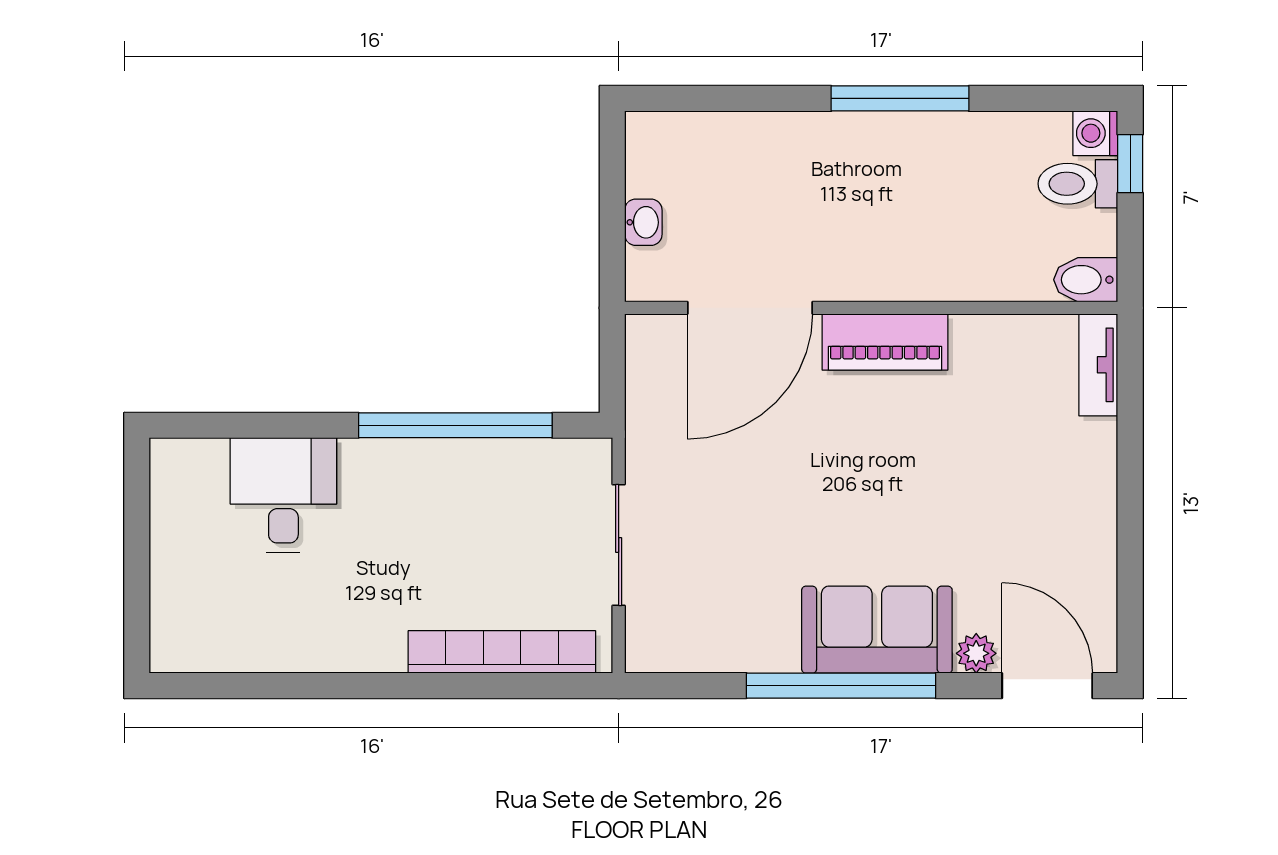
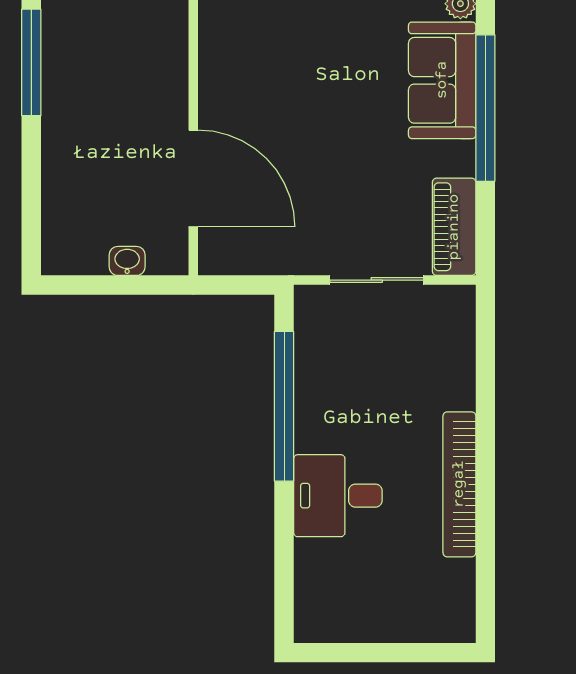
piano: (885, 342) -> (454, 227), moved, turned 180
desk: (283, 495) -> (338, 496), moved
bookcase: (502, 652) -> (459, 484), moved

